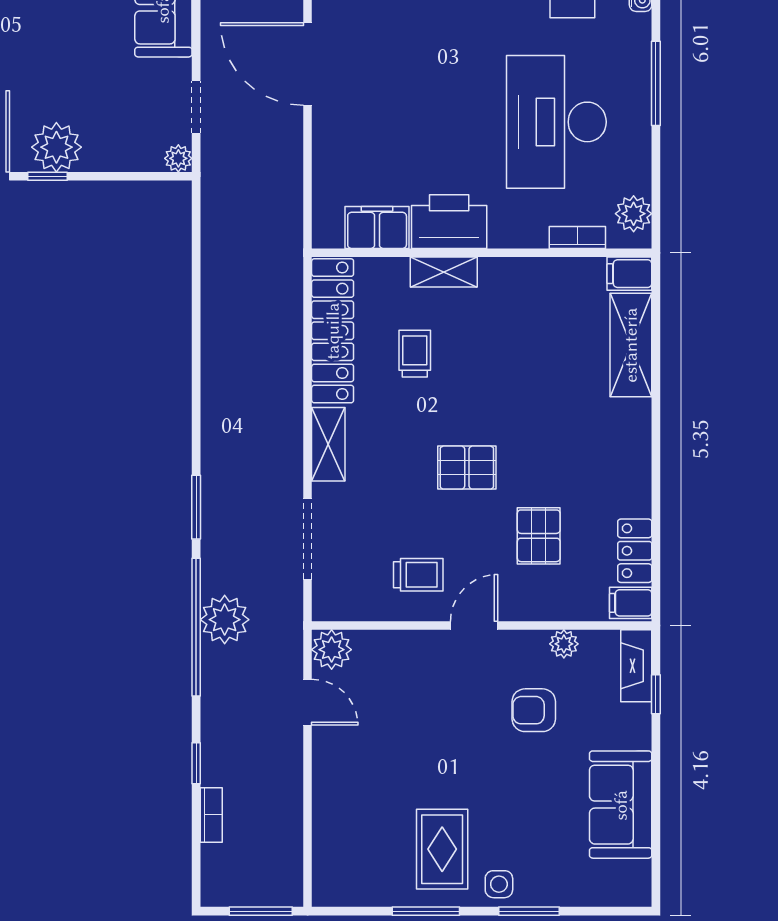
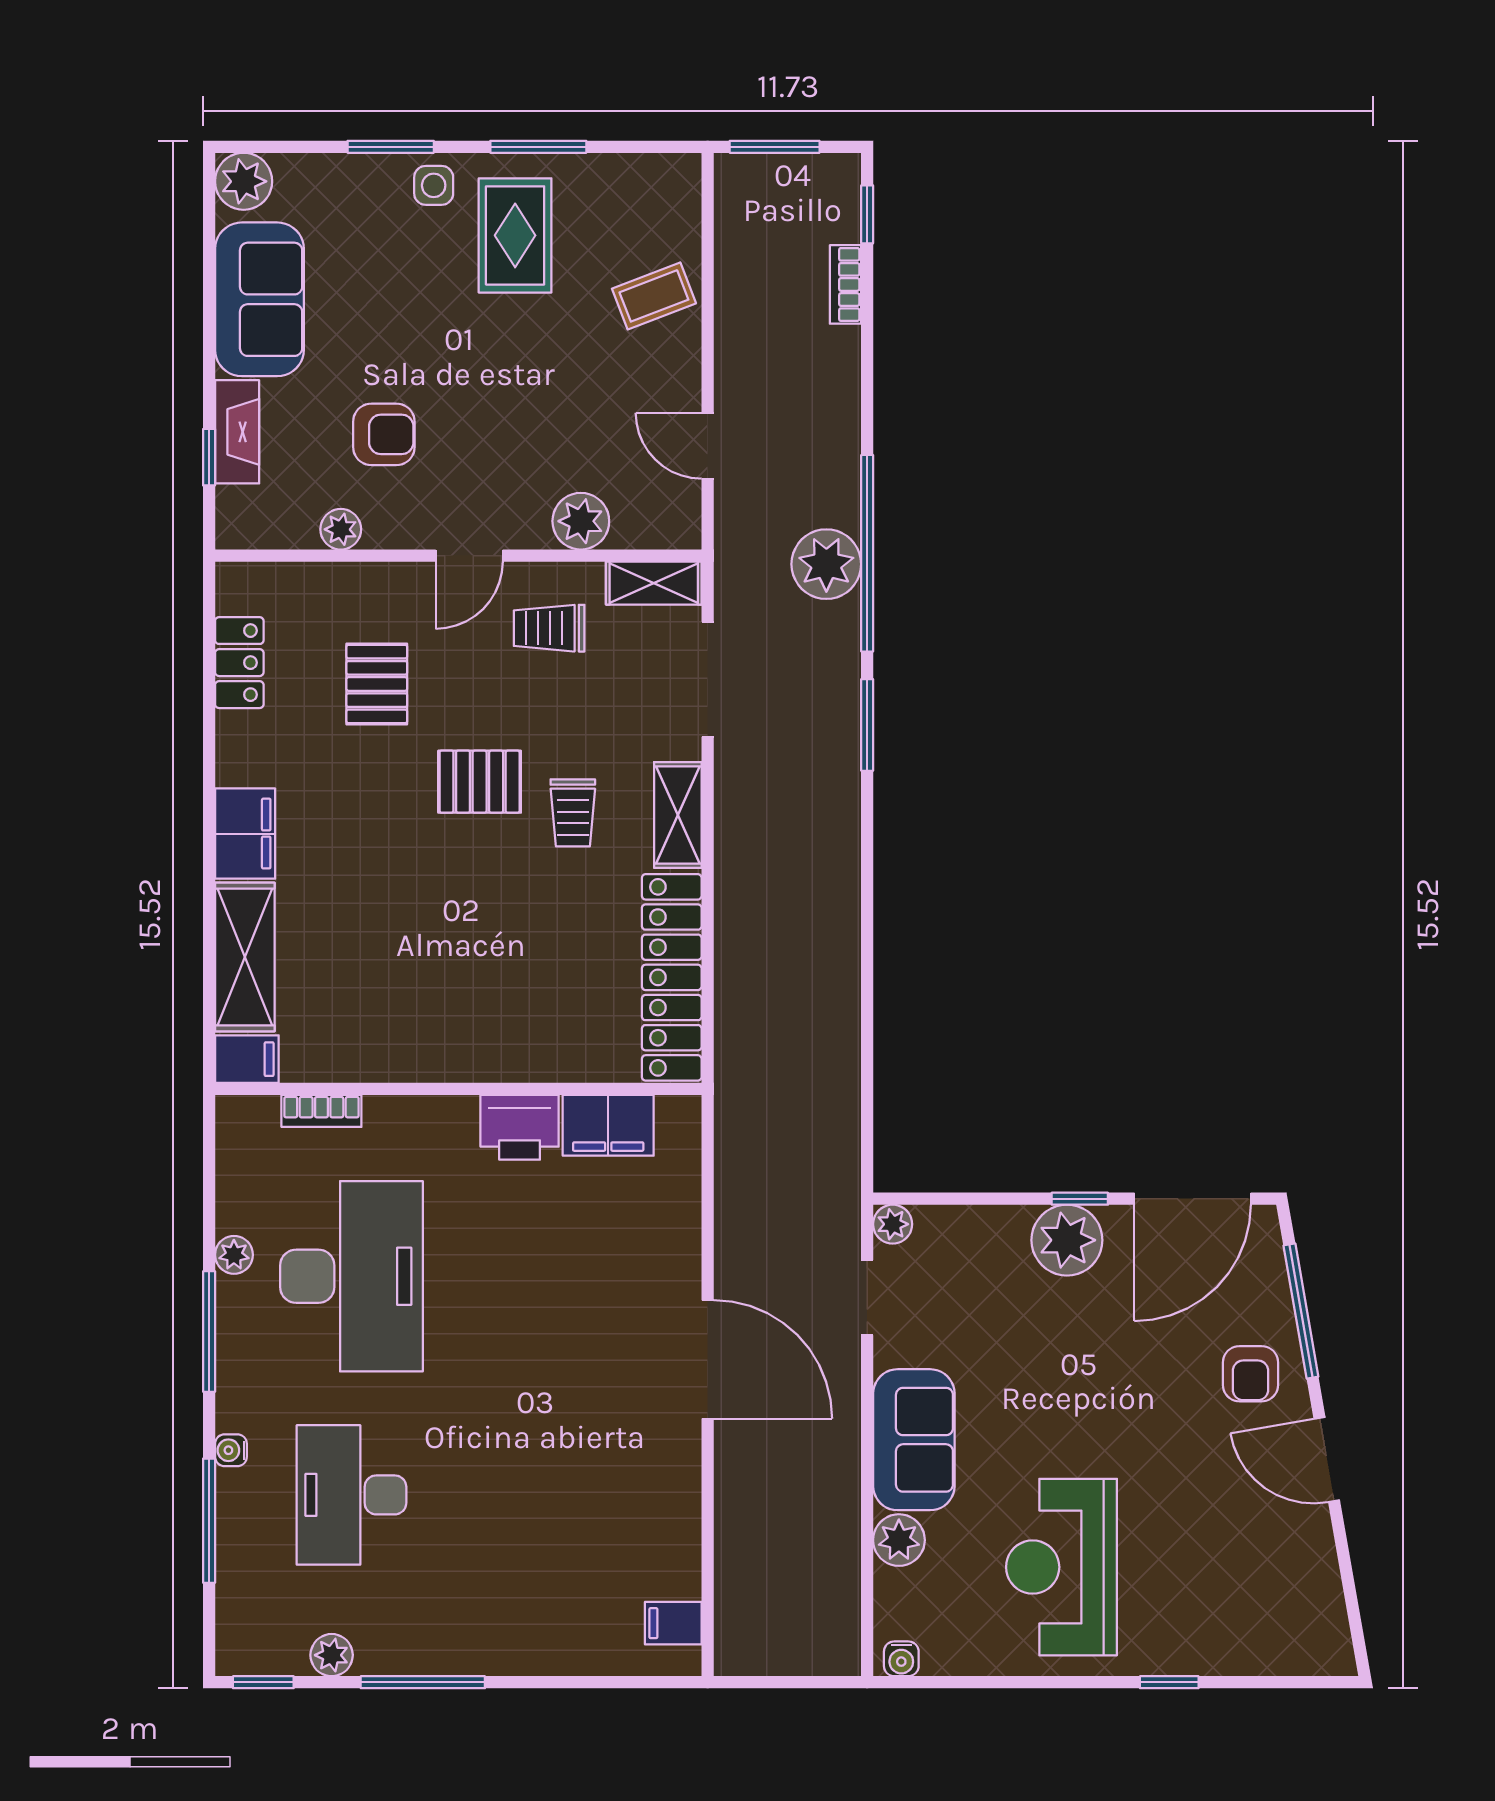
plant: (634, 214) -> (234, 1255), moved, width x0.73, depth x0.73
printer: (449, 222) -> (520, 1127), width x0.73, depth x0.84
shelving: (444, 272) -> (654, 583), moved
trolley: (415, 354) -> (573, 813), moved
filing cabinet: (631, 603) -> (245, 834), moved, width x2.00
plant: (332, 650) -> (581, 521), moved
fireplace: (636, 666) -> (237, 432), moved
window: (196, 763) -> (867, 214), moved
coffee table: (345, 807) -> (654, 296), added
plant: (632, 887) -> (244, 181), added

